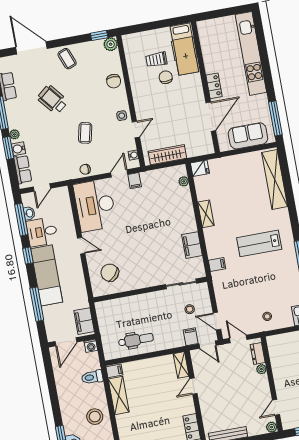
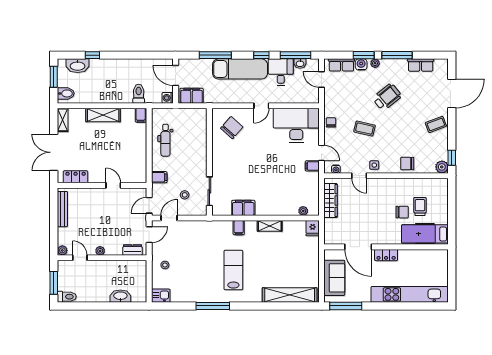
wheelchair: (53, 100) -> (387, 97), moved
filing cabinet: (217, 265) -> (239, 228), moved
filing cabinet: (191, 337) -> (159, 177), moved
shelving: (181, 365) -> (135, 178), removed
plant: (261, 369) -> (100, 251), moved
shelving: (119, 396) -> (103, 115), moved
stool: (95, 417) -> (102, 89), removed

